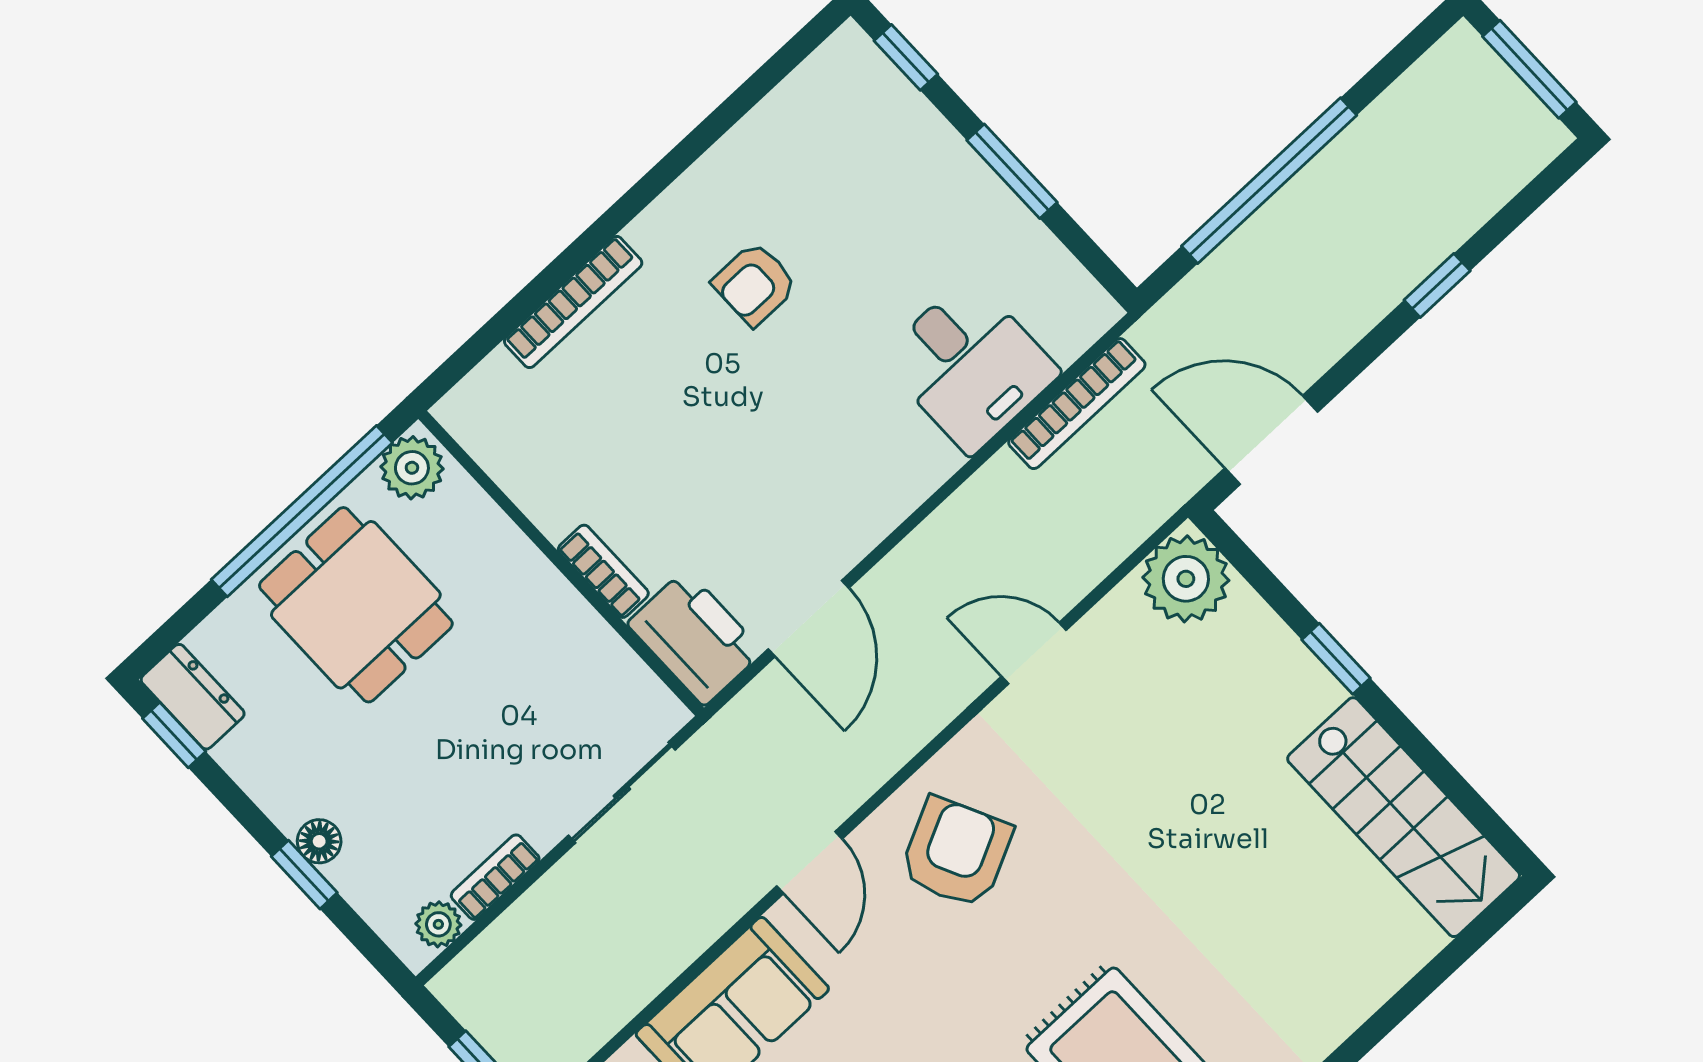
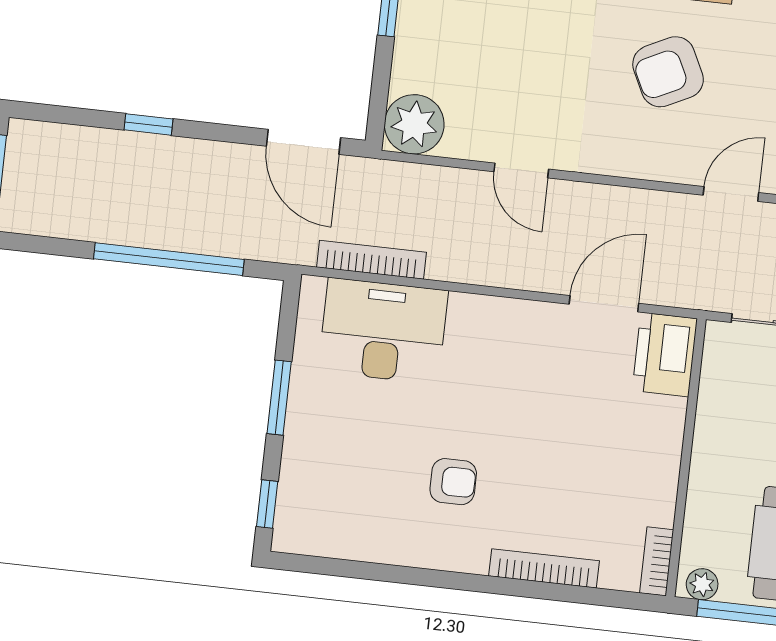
desk: (970, 365) -> (383, 331), width x1.37
plant: (412, 468) -> (702, 584), width x0.73, depth x0.73
bookcase: (603, 571) -> (657, 561), moved
armchair: (956, 853) -> (668, 72), moved

